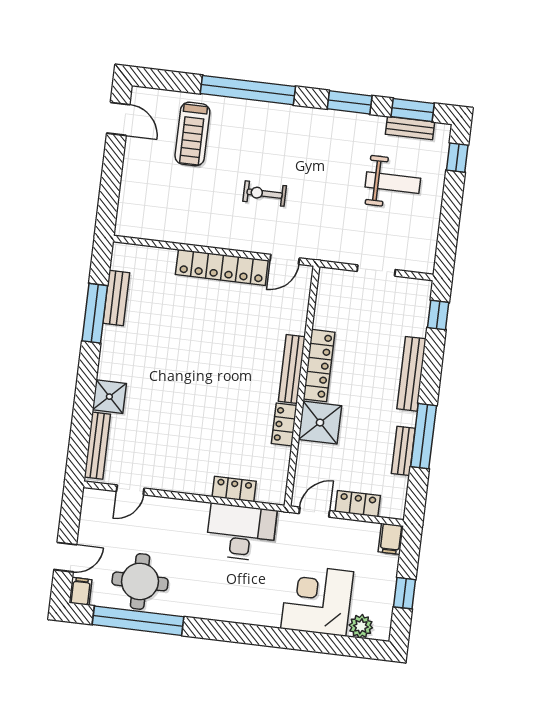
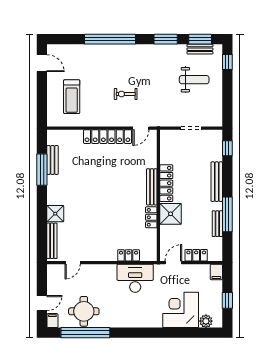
treadmill: (192, 134) -> (72, 97), moved

